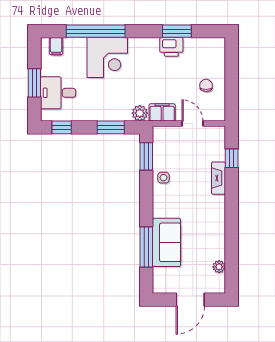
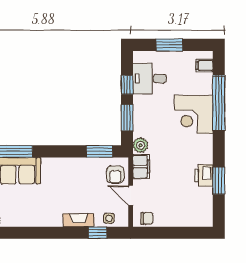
chair: (206, 85) -> (147, 218), moved
desk: (58, 93) -> (150, 78), moved, turned -90
door: (192, 123) -> (131, 195), swing flipped
window: (62, 127) -> (127, 85), moved
armchair: (171, 140) -> (115, 175), added
side table: (163, 178) -> (109, 218), moved

